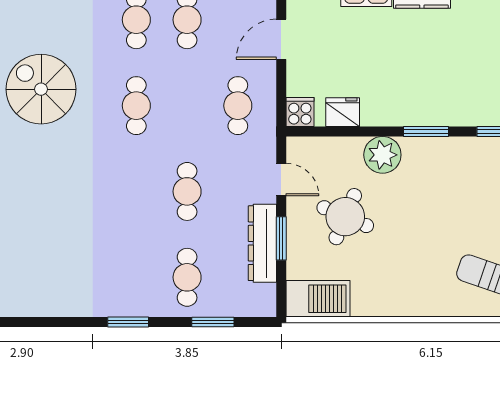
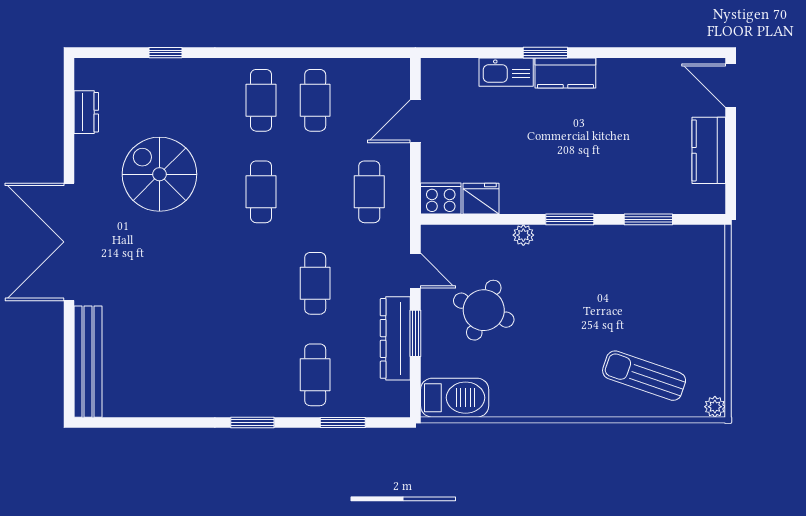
cooker: (300, 112) -> (441, 199), width x1.36
plant: (382, 155) -> (523, 235), width x0.53, depth x0.53

